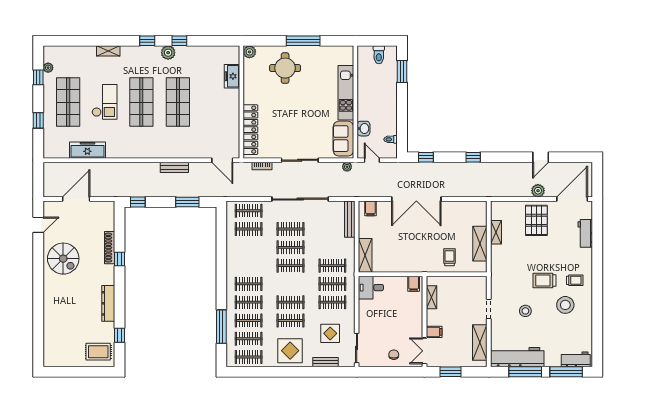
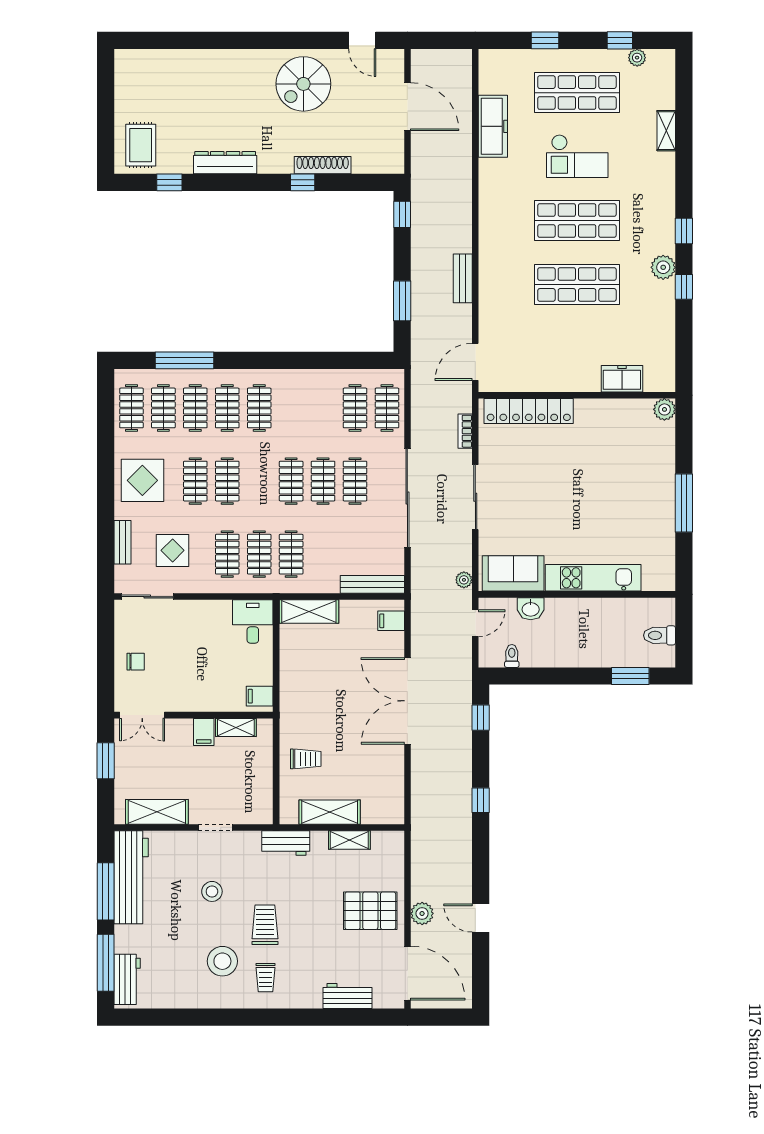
shelving: (108, 51) -> (666, 131), moved
round table: (285, 68) -> (636, 472), removed
workbench: (498, 269) -> (286, 843), added
filing cabinet: (434, 332) -> (204, 732), moved
double door: (424, 351) -> (142, 715), swing flipped

